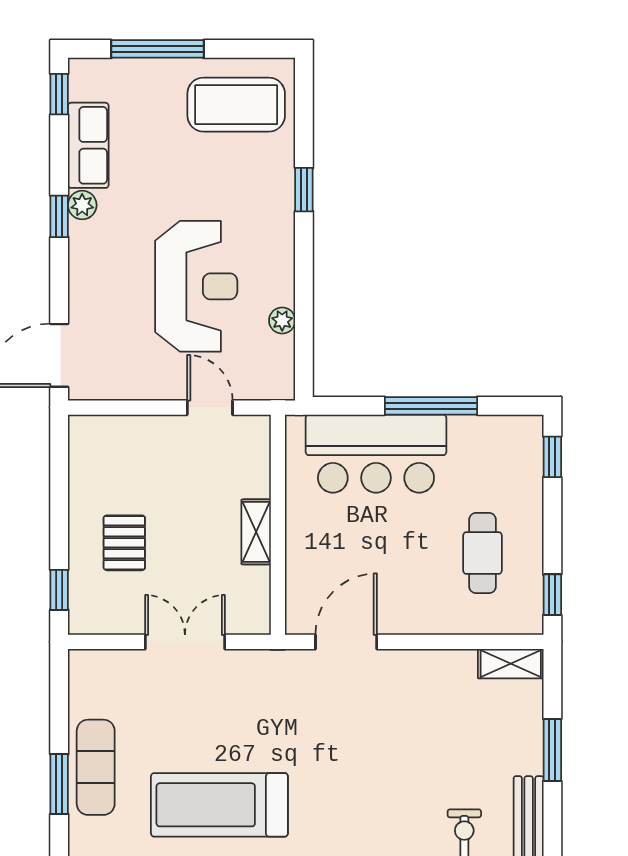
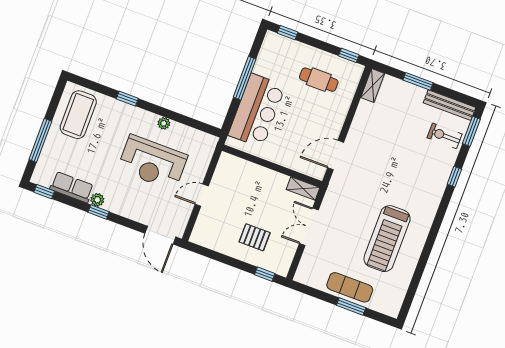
reception desk: (196, 286) -> (152, 163), turned 180
plant: (282, 321) -> (164, 123), moved
door: (210, 408) -> (202, 195), moved
shelving: (256, 532) -> (303, 189), moved
door: (346, 642) -> (336, 155), hinge flipped

